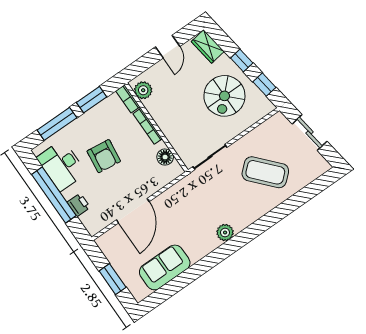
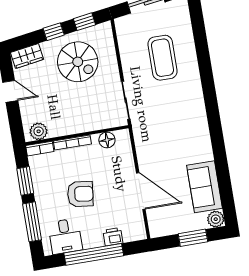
desk: (61, 165) -> (65, 236), width x0.73
coffee table: (265, 172) -> (163, 58), turned -48
plant: (225, 233) -> (216, 219), moved

